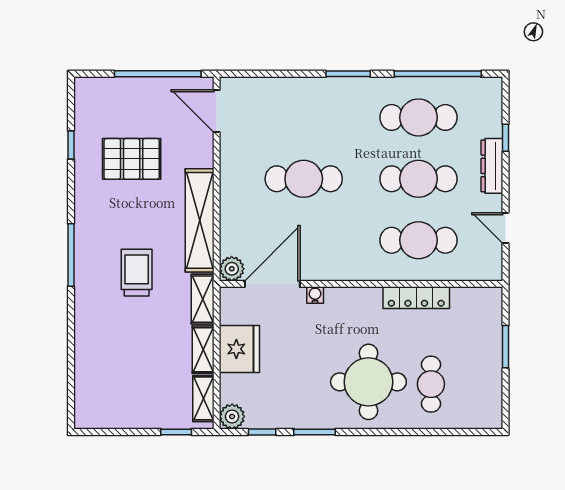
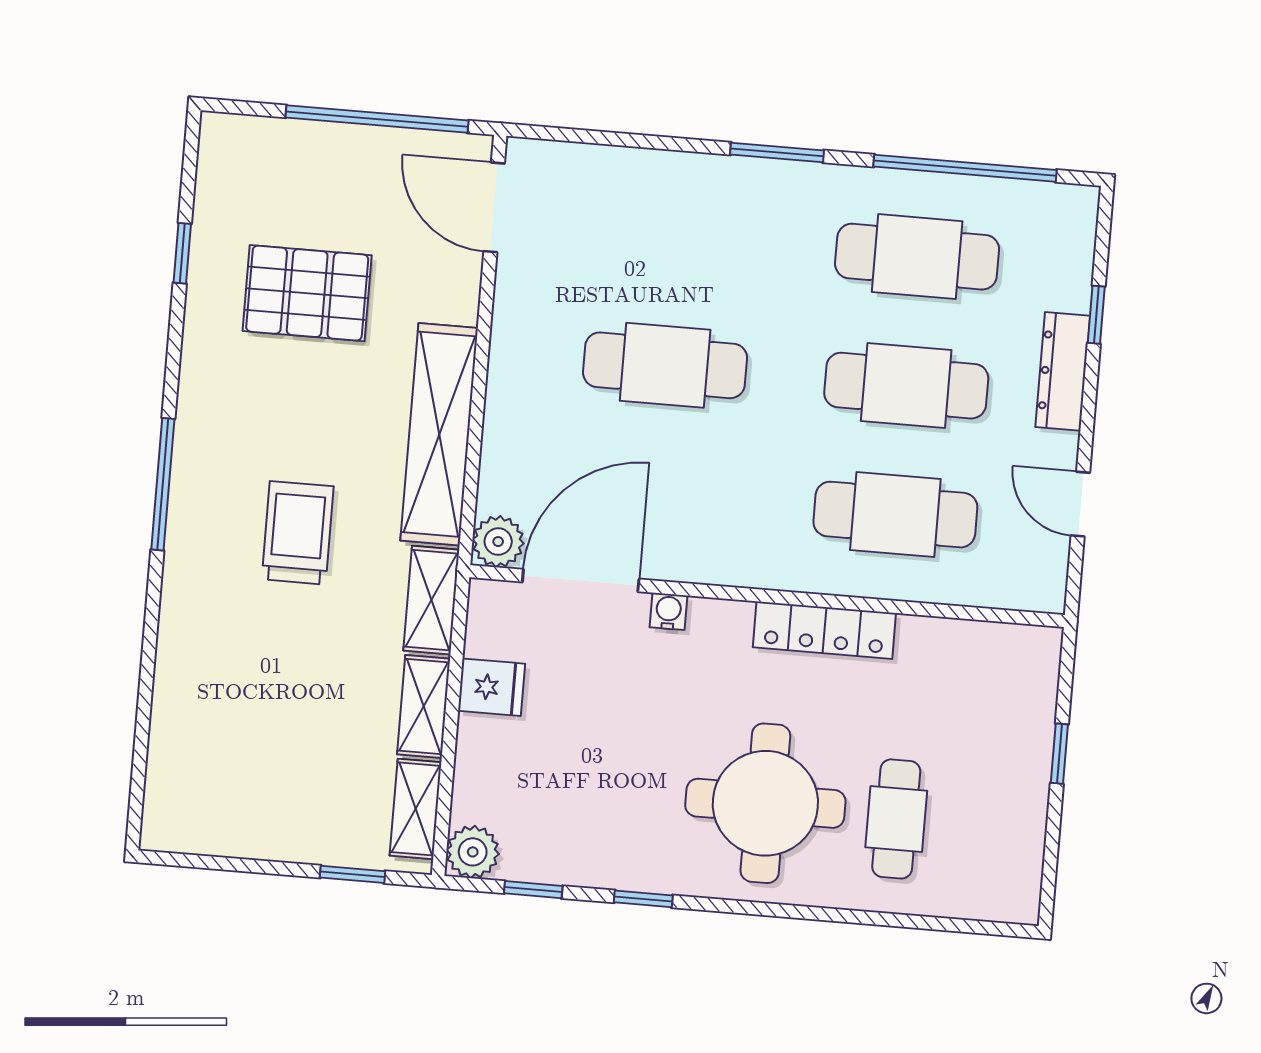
locker: (416, 298) -> (824, 630), moved
window: (505, 347) -> (1059, 754), width x0.67
fridge: (239, 349) -> (492, 687), width x0.53, depth x0.75
window: (315, 432) -> (643, 899), width x0.67

